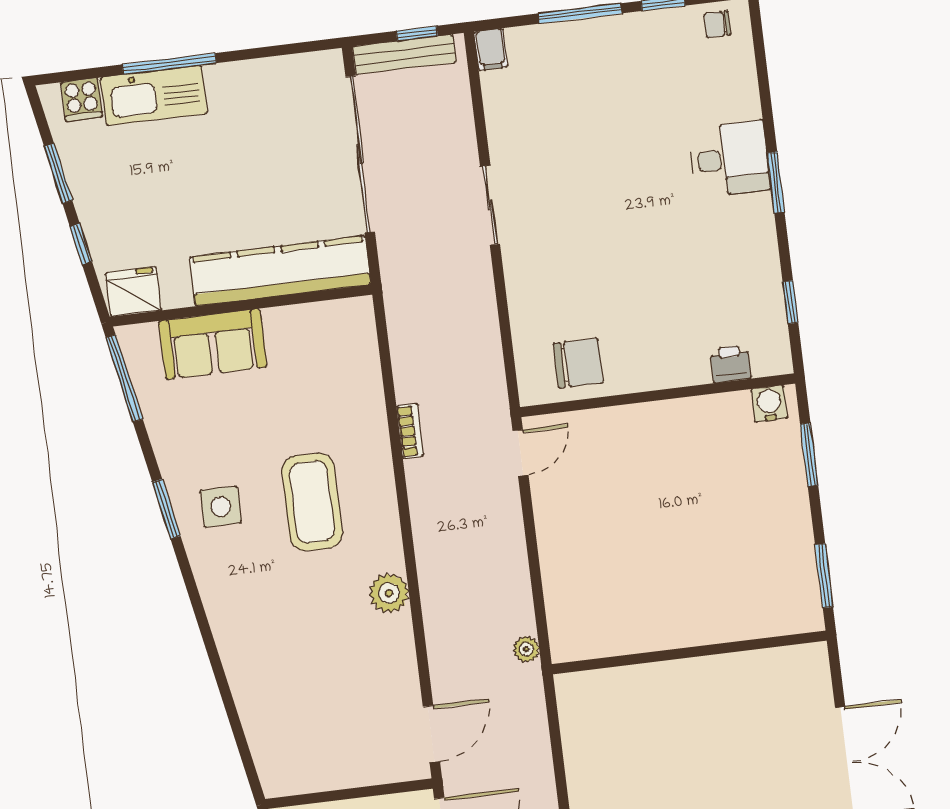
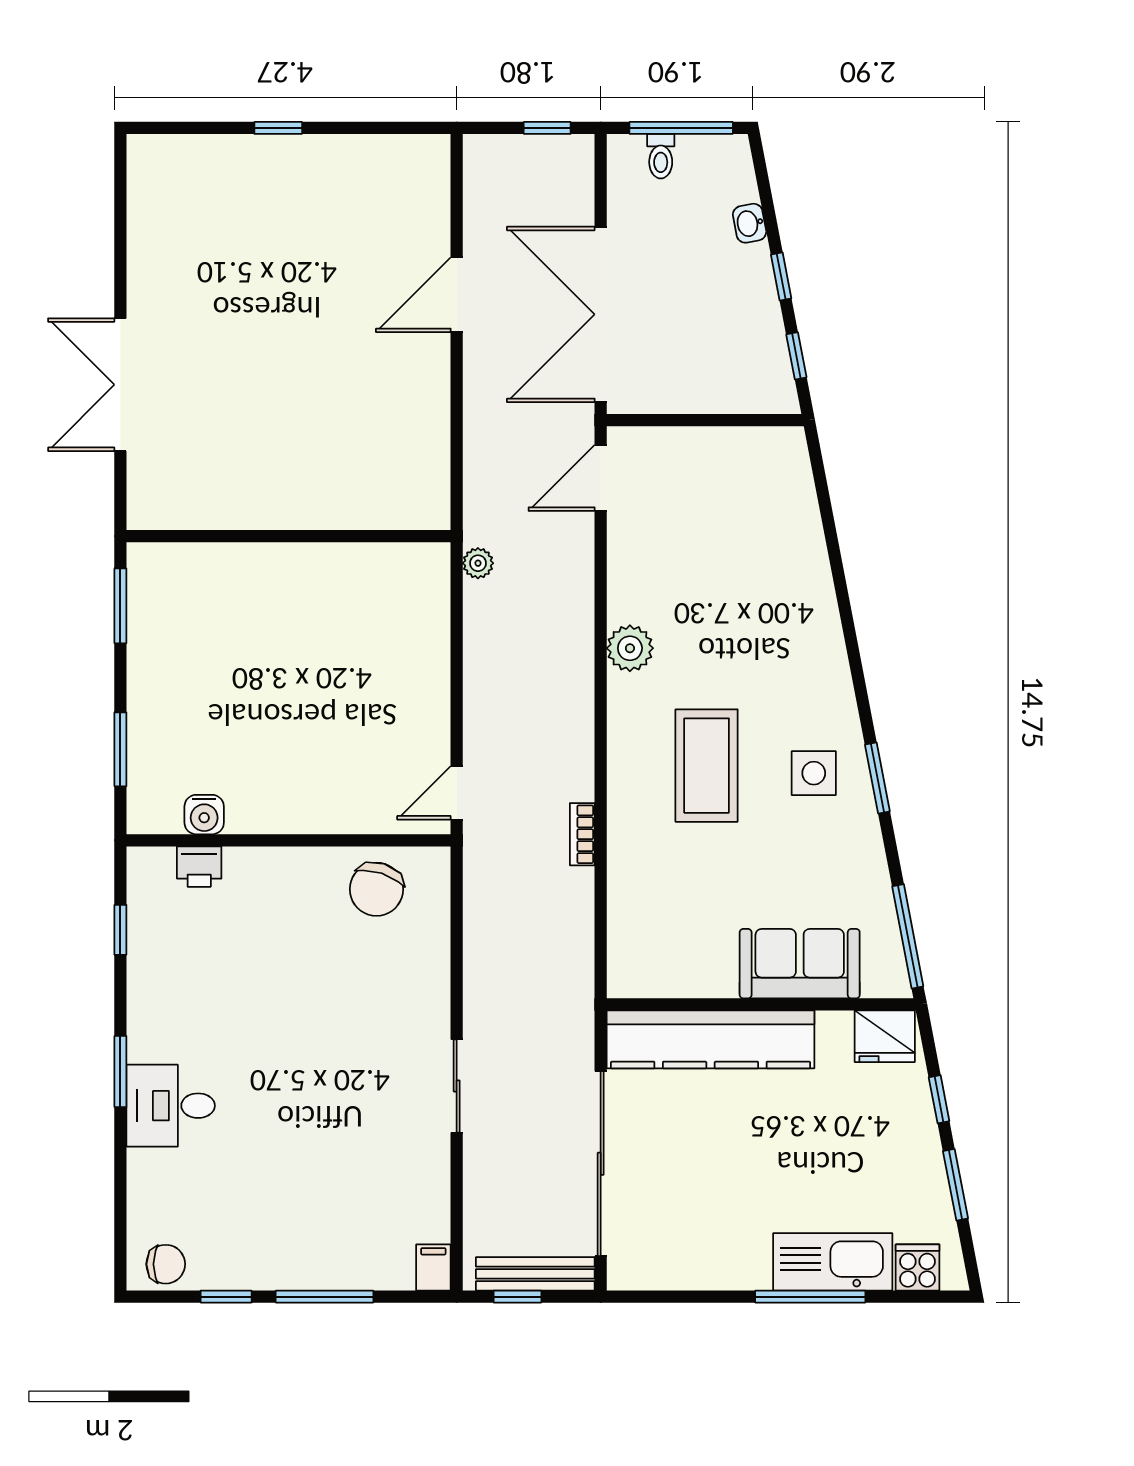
chair: (717, 24) -> (166, 1264), width x1.37, depth x1.37
chair: (578, 363) -> (376, 889), turned -72
water cooler: (769, 404) -> (204, 815), moved

